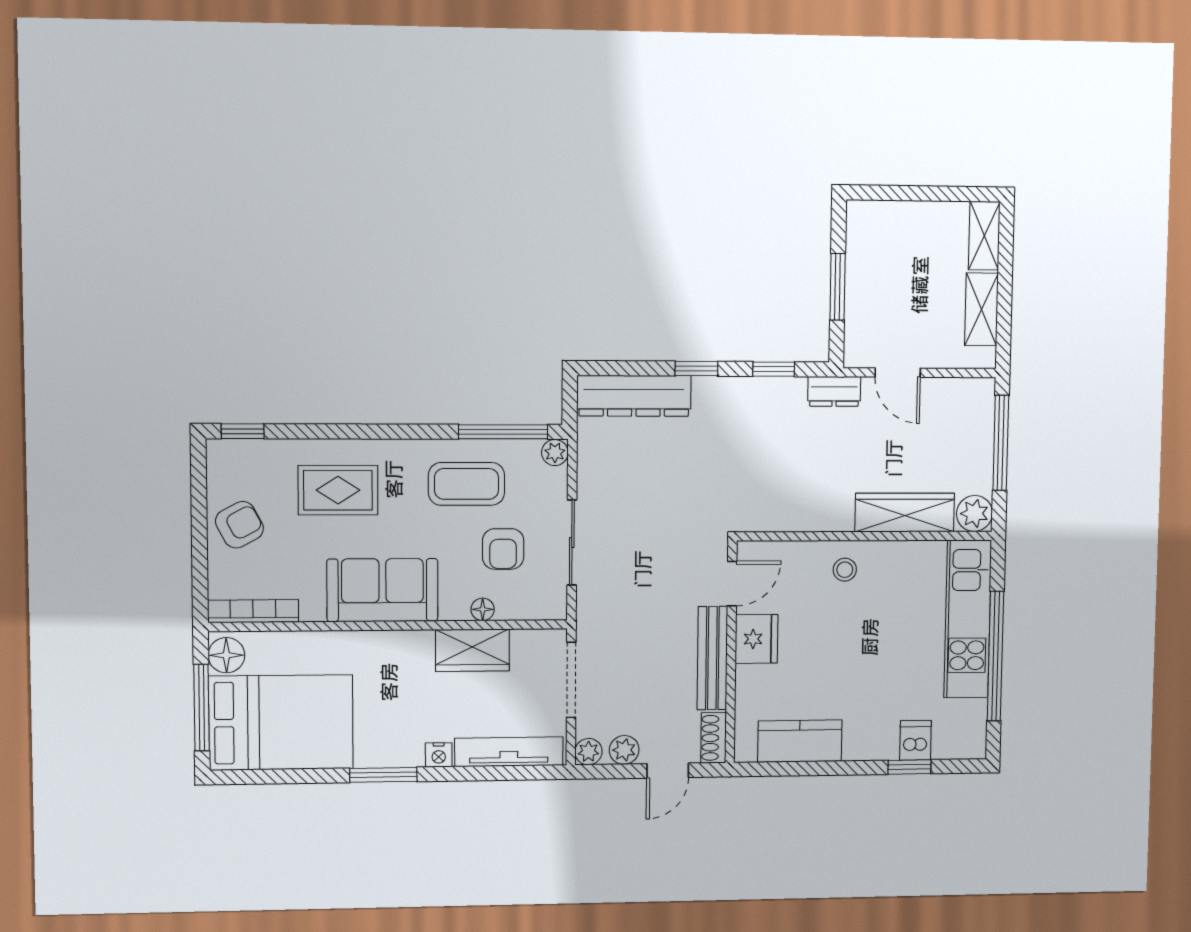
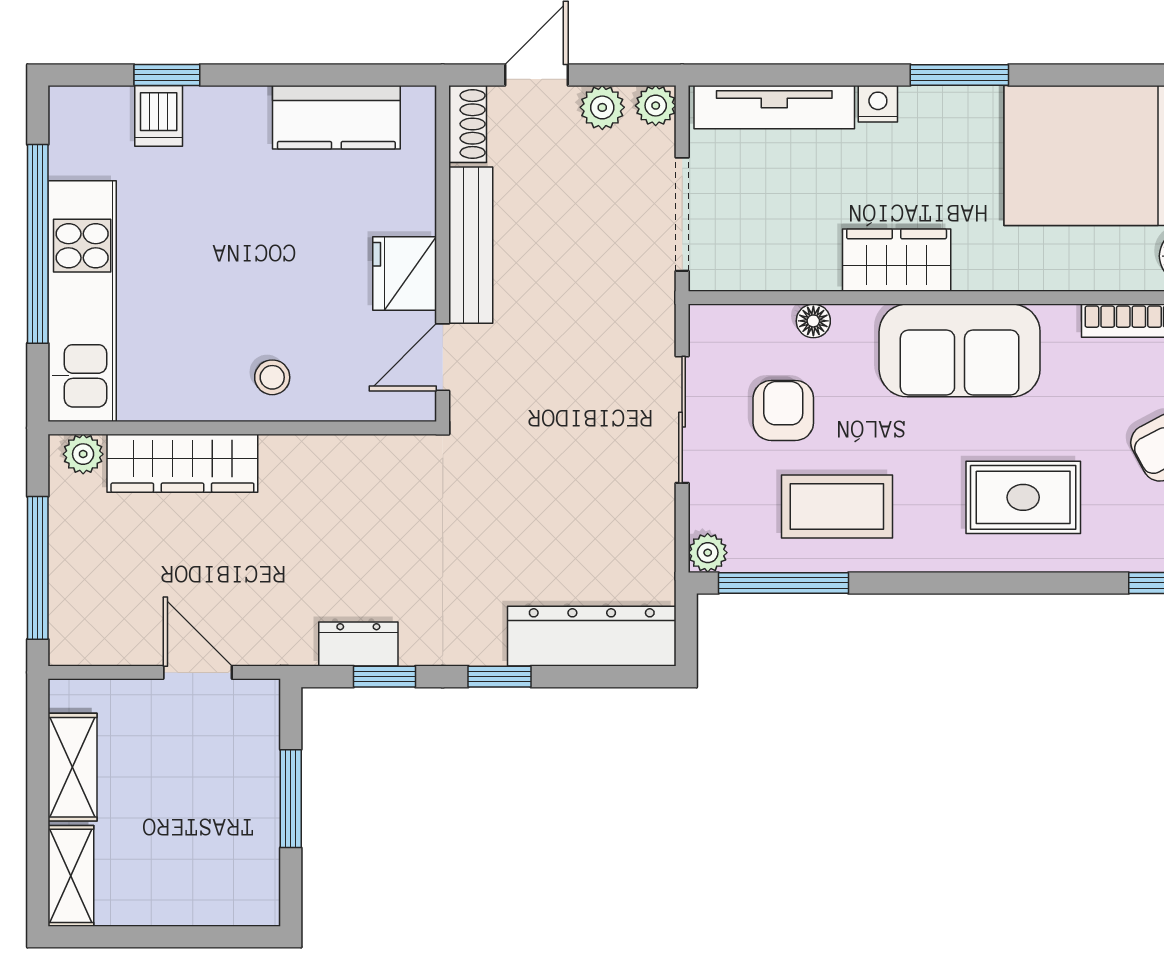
dresser: (834, 391) -> (358, 644), moved
plant: (974, 513) -> (83, 454), width x0.73, depth x0.73
wardrobe: (472, 650) -> (897, 260), moved

